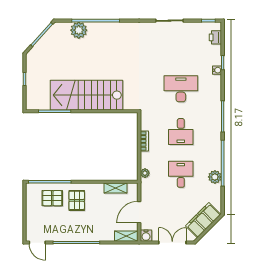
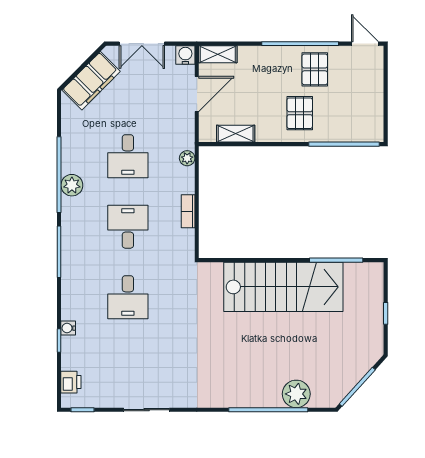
desk: (181, 89) -> (128, 297), width x0.73
plant: (215, 177) -> (72, 185), moved
pallet: (52, 198) -> (315, 69), moved, turned 90

